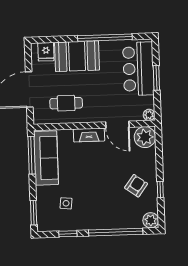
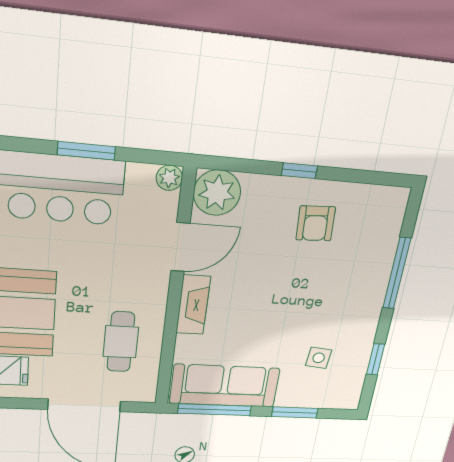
armchair: (136, 186) -> (316, 223), turned -129
window: (160, 190) -> (299, 171), moved
window: (34, 213) -> (295, 412), moved
plant: (151, 220) -> (393, 202), removed
window: (116, 232) -> (397, 273), width x0.68

